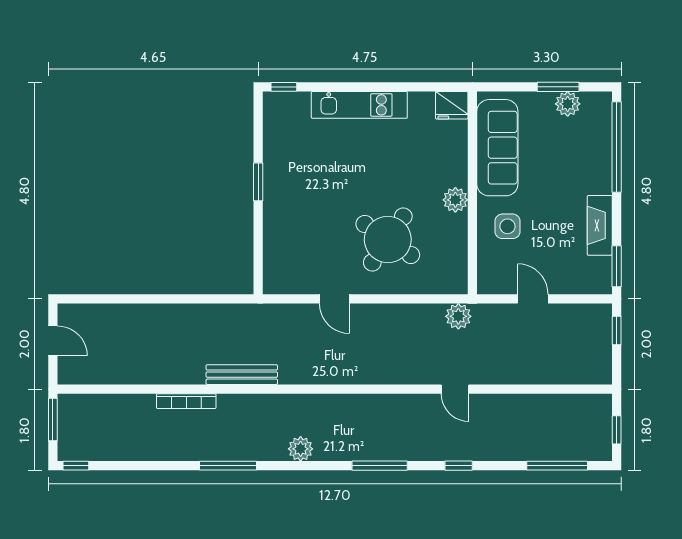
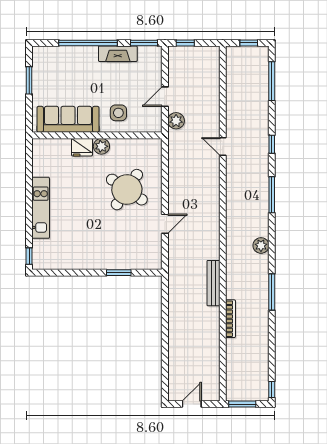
plant: (568, 104) -> (40, 74), removed
fridge: (452, 105) -> (82, 147), moved, turned 90
window: (617, 147) -> (88, 43), moved
window: (258, 182) -> (119, 273), moved
plant: (458, 316) -> (176, 121), moved
door: (455, 389) -> (223, 147), swing flipped

